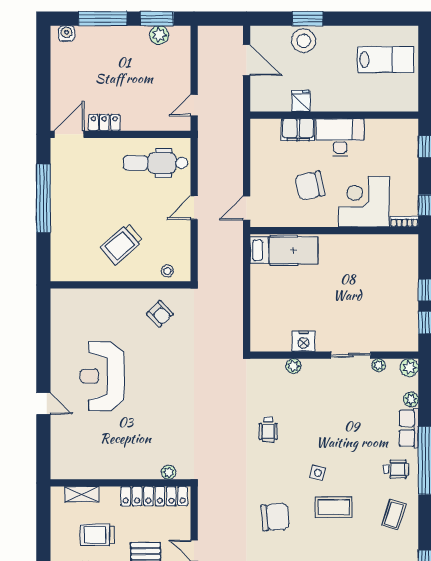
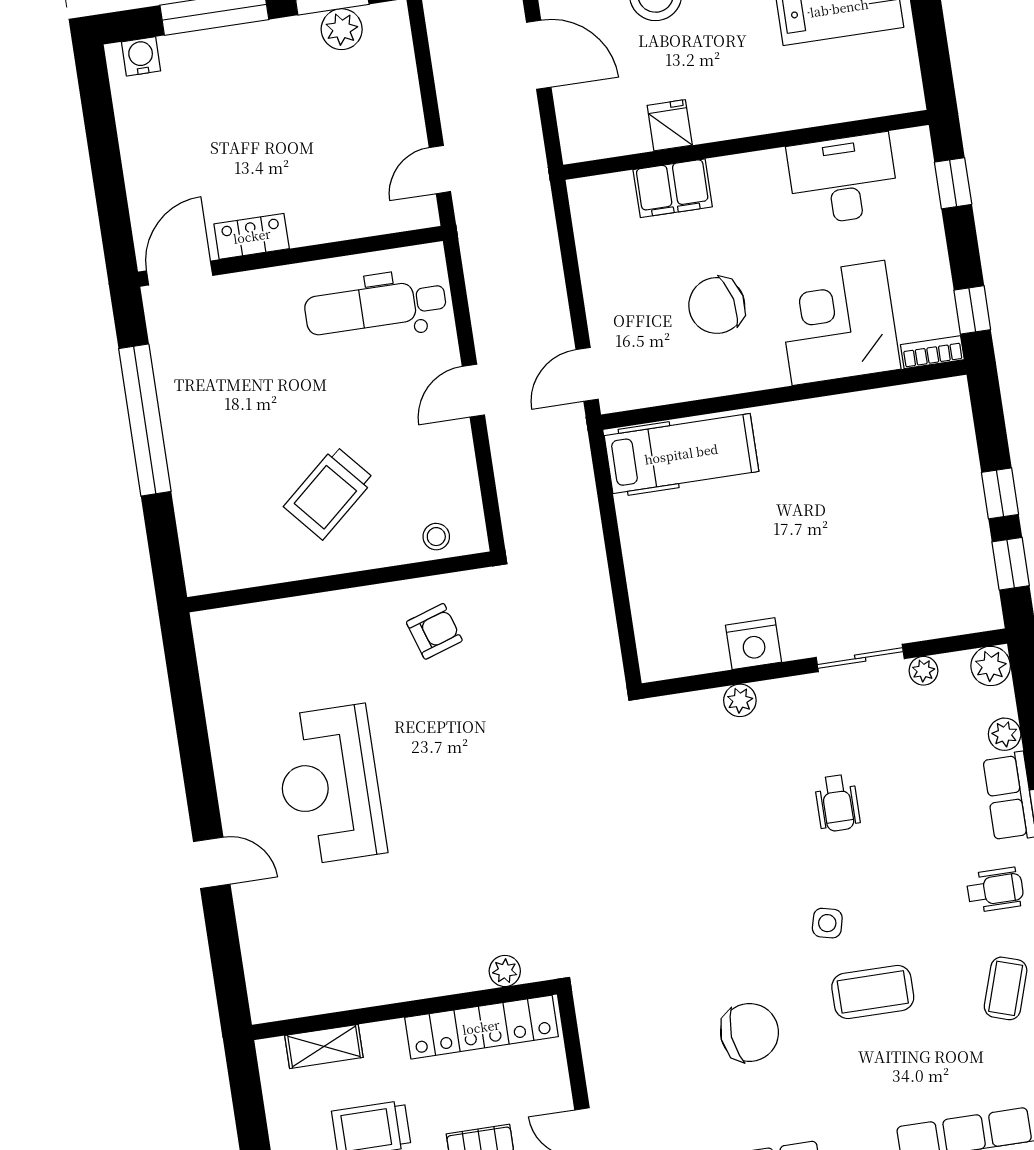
desk: (340, 137) -> (843, 179), moved
armchair: (160, 314) -> (434, 631), turned -64
wheelchair: (268, 429) -> (837, 803), moved

